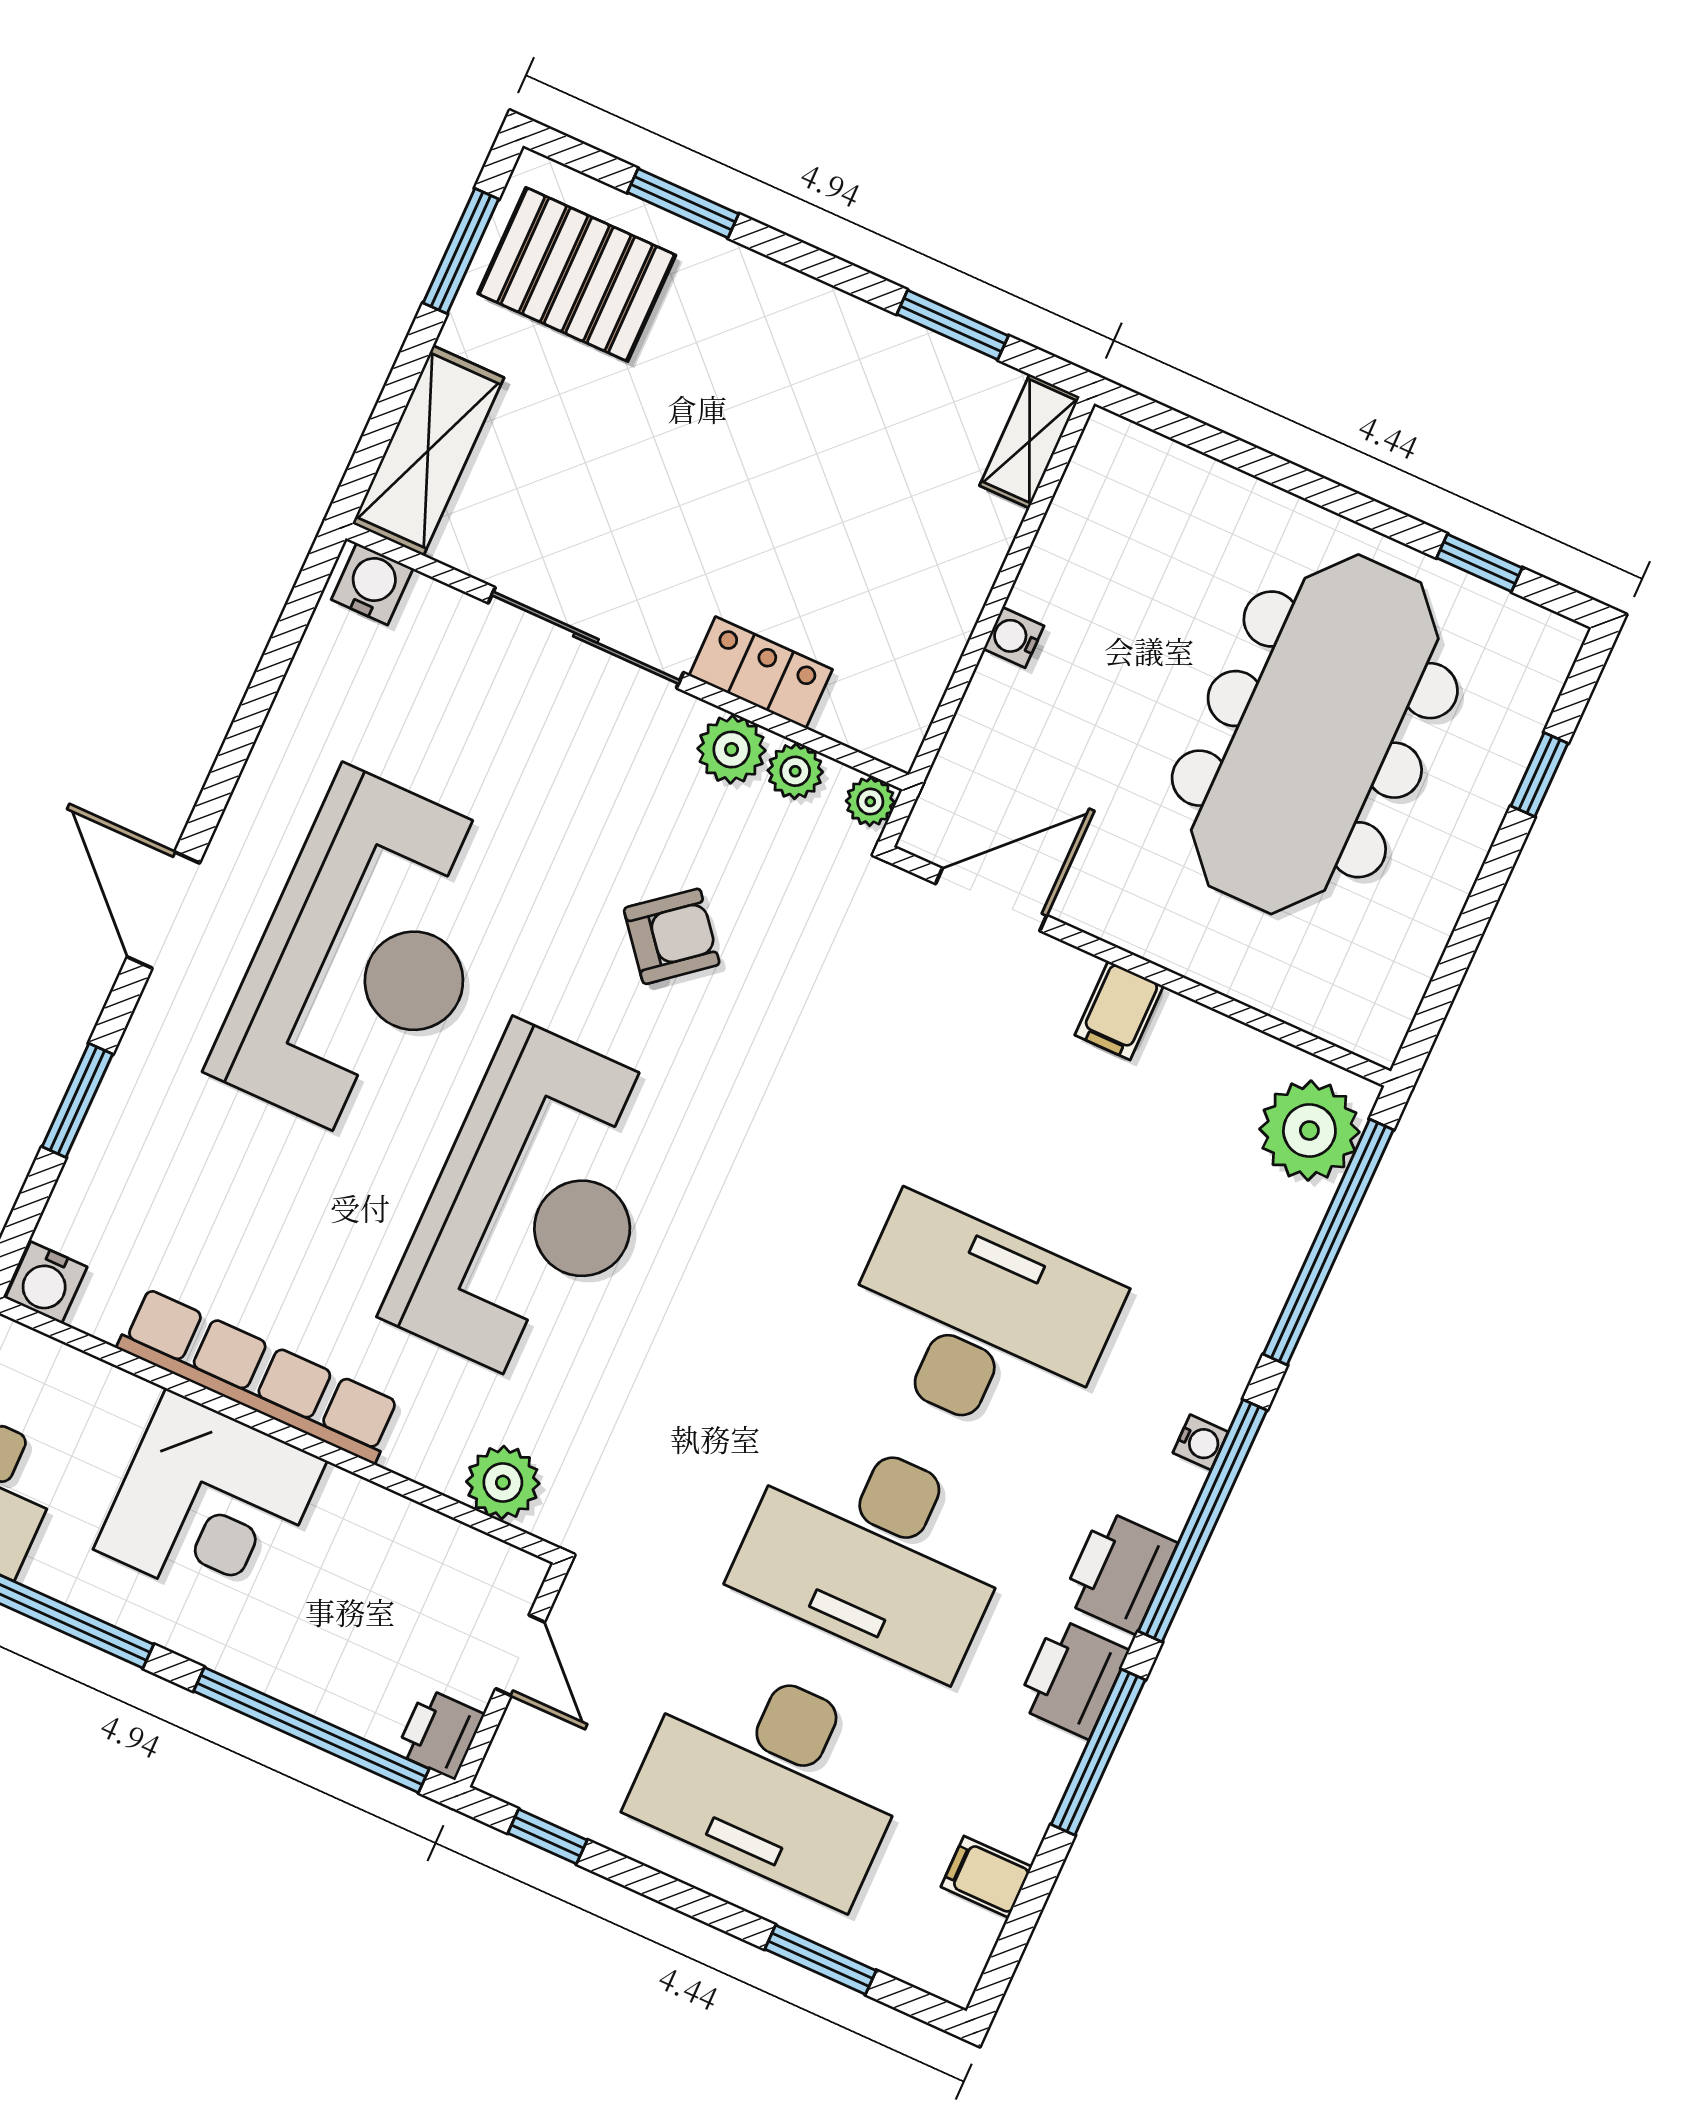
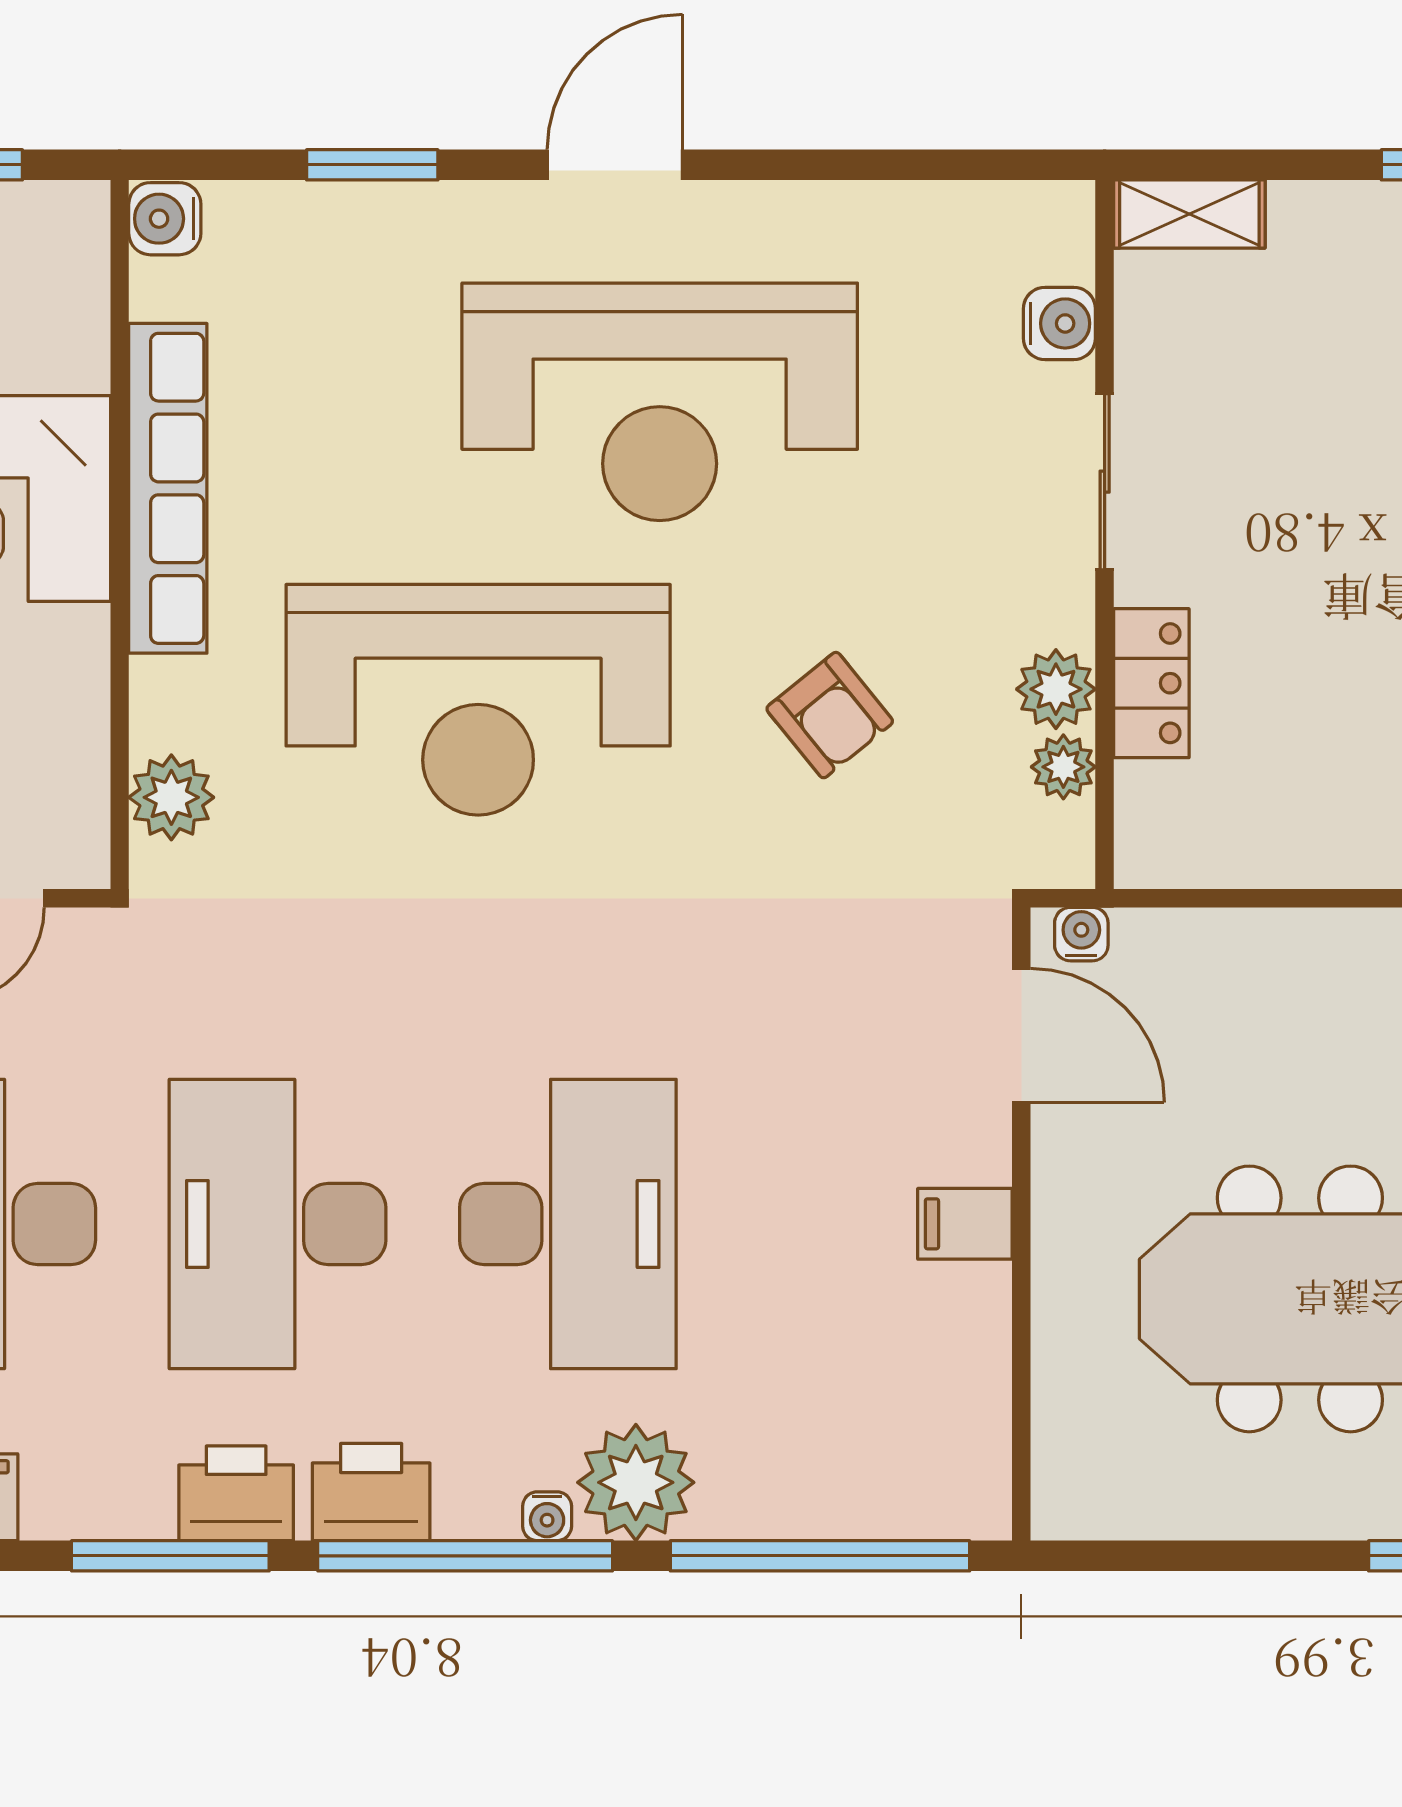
shelving: (428, 451) -> (1189, 214), width x0.67, depth x0.75
water cooler: (372, 584) -> (1059, 323), moved
water cooler: (1014, 637) -> (1081, 934), moved
sliding door: (586, 638) -> (1105, 482), width x0.73
plant: (870, 802) -> (1067, 861), removed
plant: (1309, 1131) -> (636, 1482), moved

